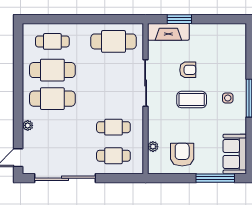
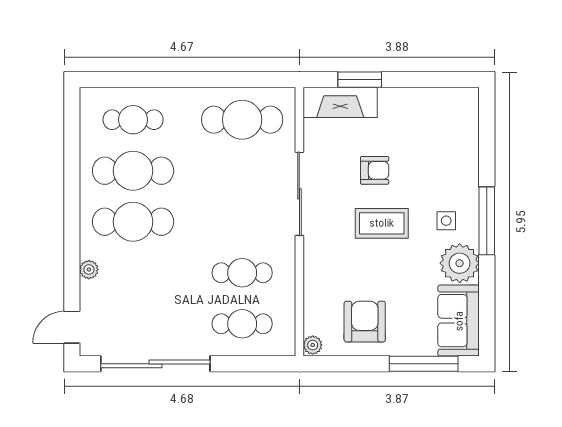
plant: (235, 122) -> (460, 263), added
plant: (153, 147) -> (313, 345), moved

